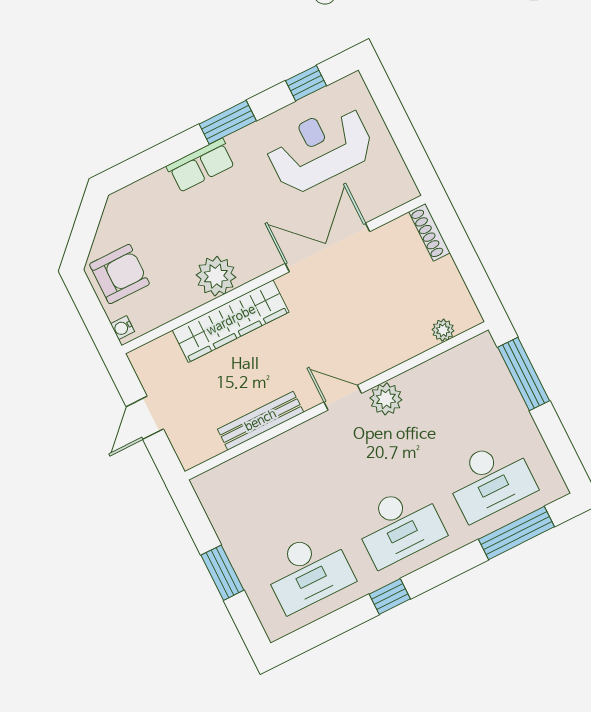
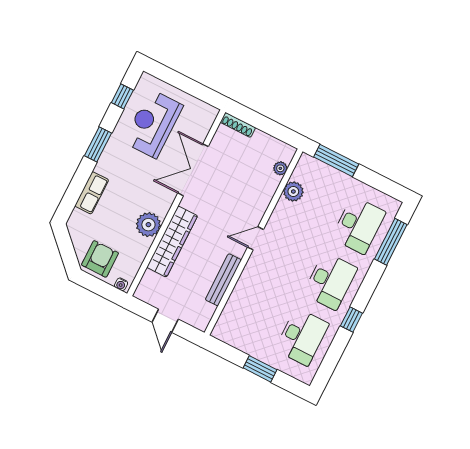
row of seats: (201, 165) -> (92, 193), moved
plant: (386, 399) -> (293, 191), moved

